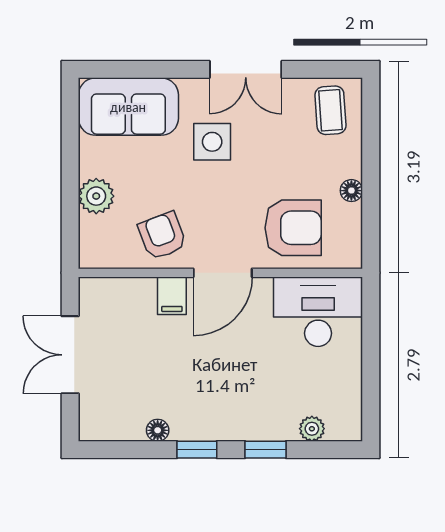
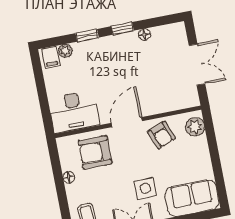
plant: (96, 196) -> (195, 127), moved
filing cabinet: (172, 296) -> (51, 57), moved, turned 180

